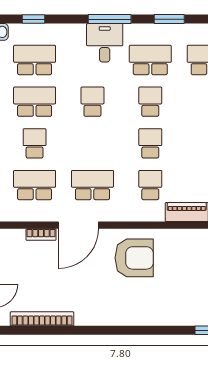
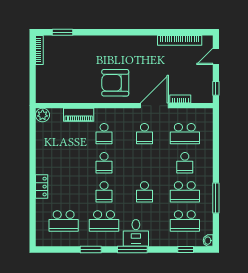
school desk: (92, 185) -> (144, 134), width x0.54

